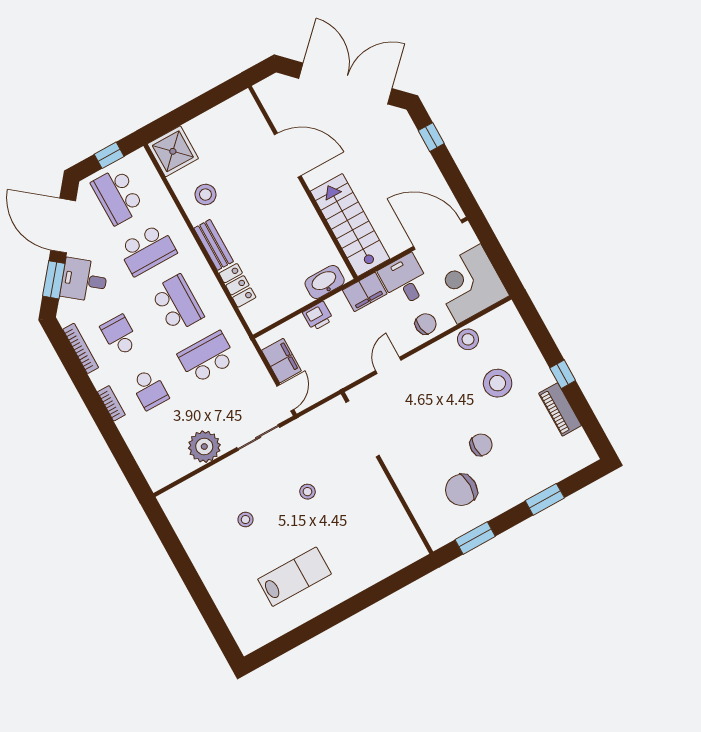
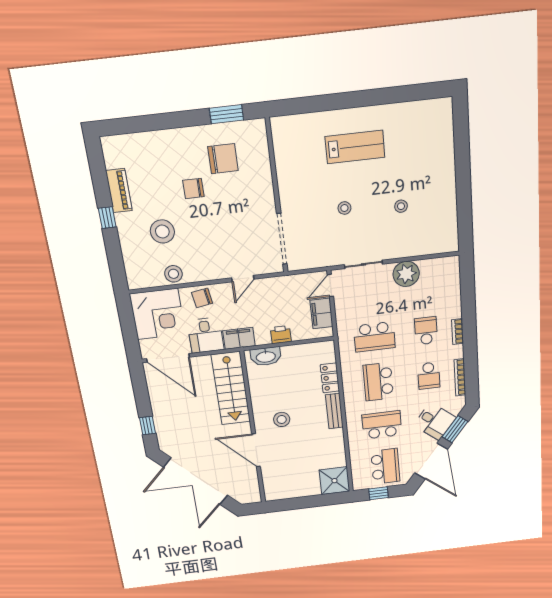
stool: (205, 195) -> (282, 419), moved
window: (545, 499) -> (157, 122), removed
lab bench: (295, 577) -> (355, 147), moved, turned 180

